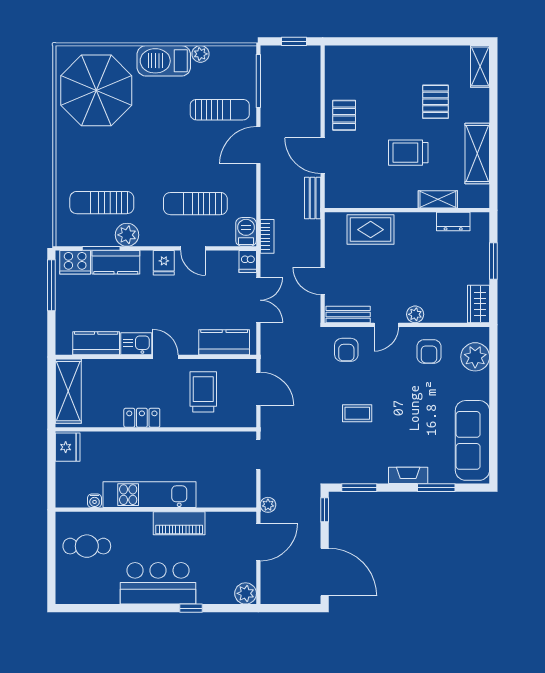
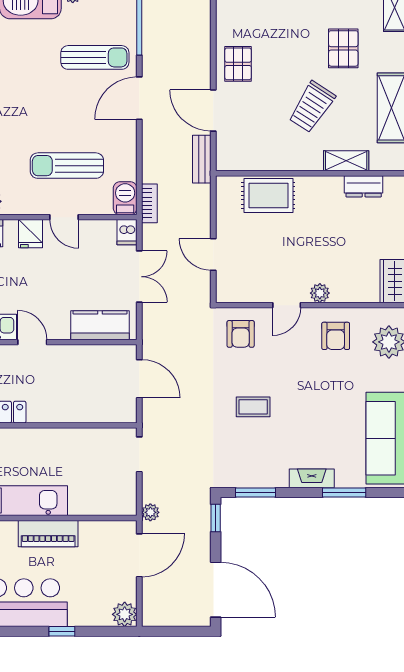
trolley: (408, 153) -> (312, 107), turned -57
bench: (348, 314) -> (243, 293), removed
trolley: (203, 392) -> (76, 382), removed

